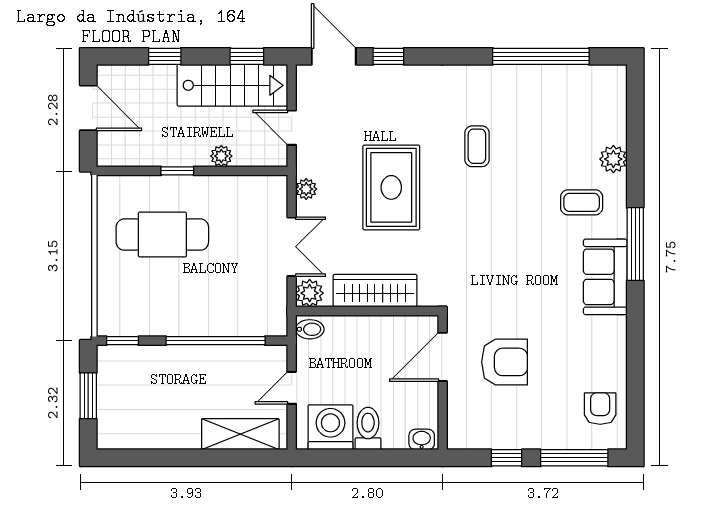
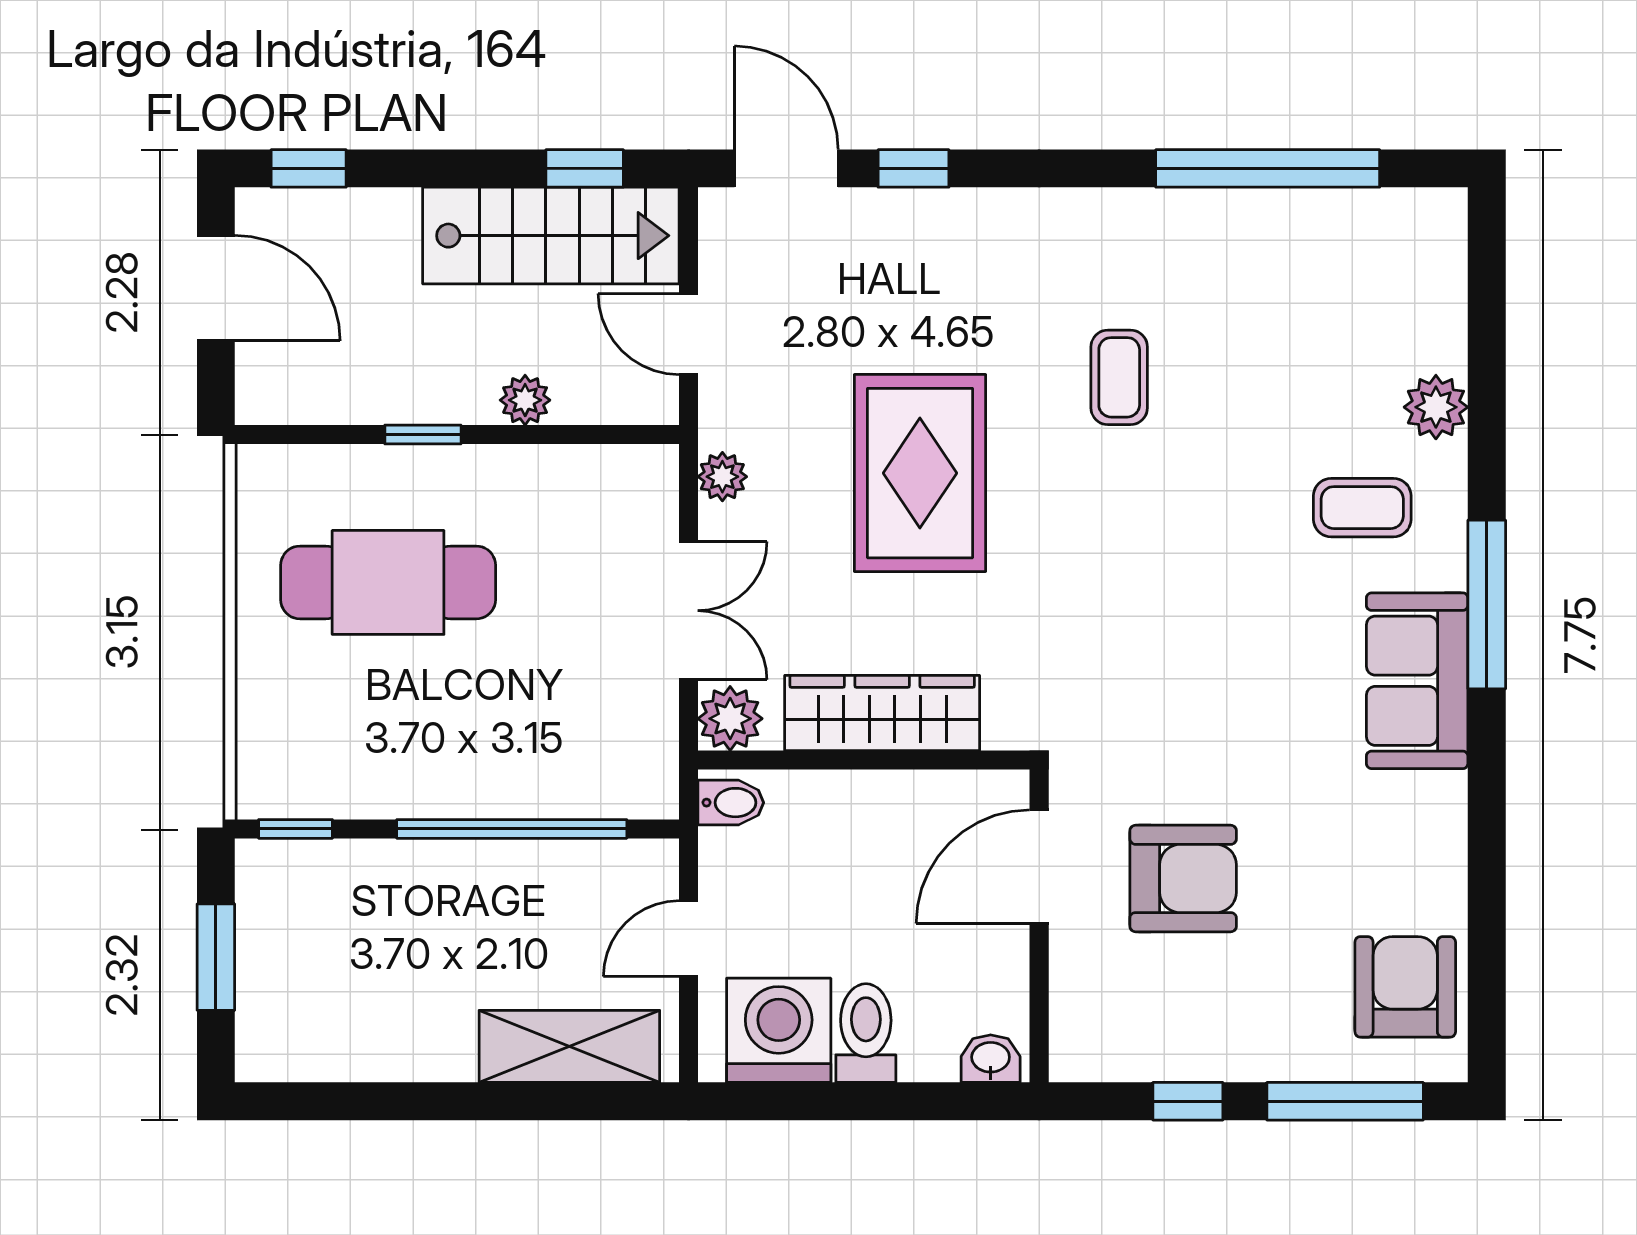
window: (165, 56) -> (309, 168), moved
armchair: (600, 409) -> (1405, 987), width x1.38, depth x1.38

